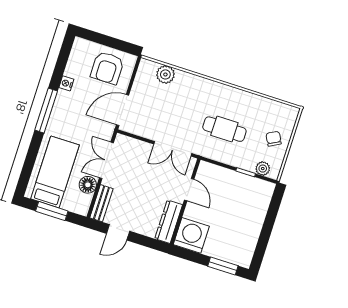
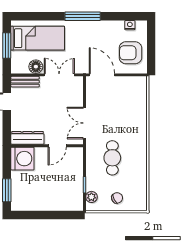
plant: (165, 74) -> (140, 99), removed
nightstand: (66, 83) -> (130, 25), moved

